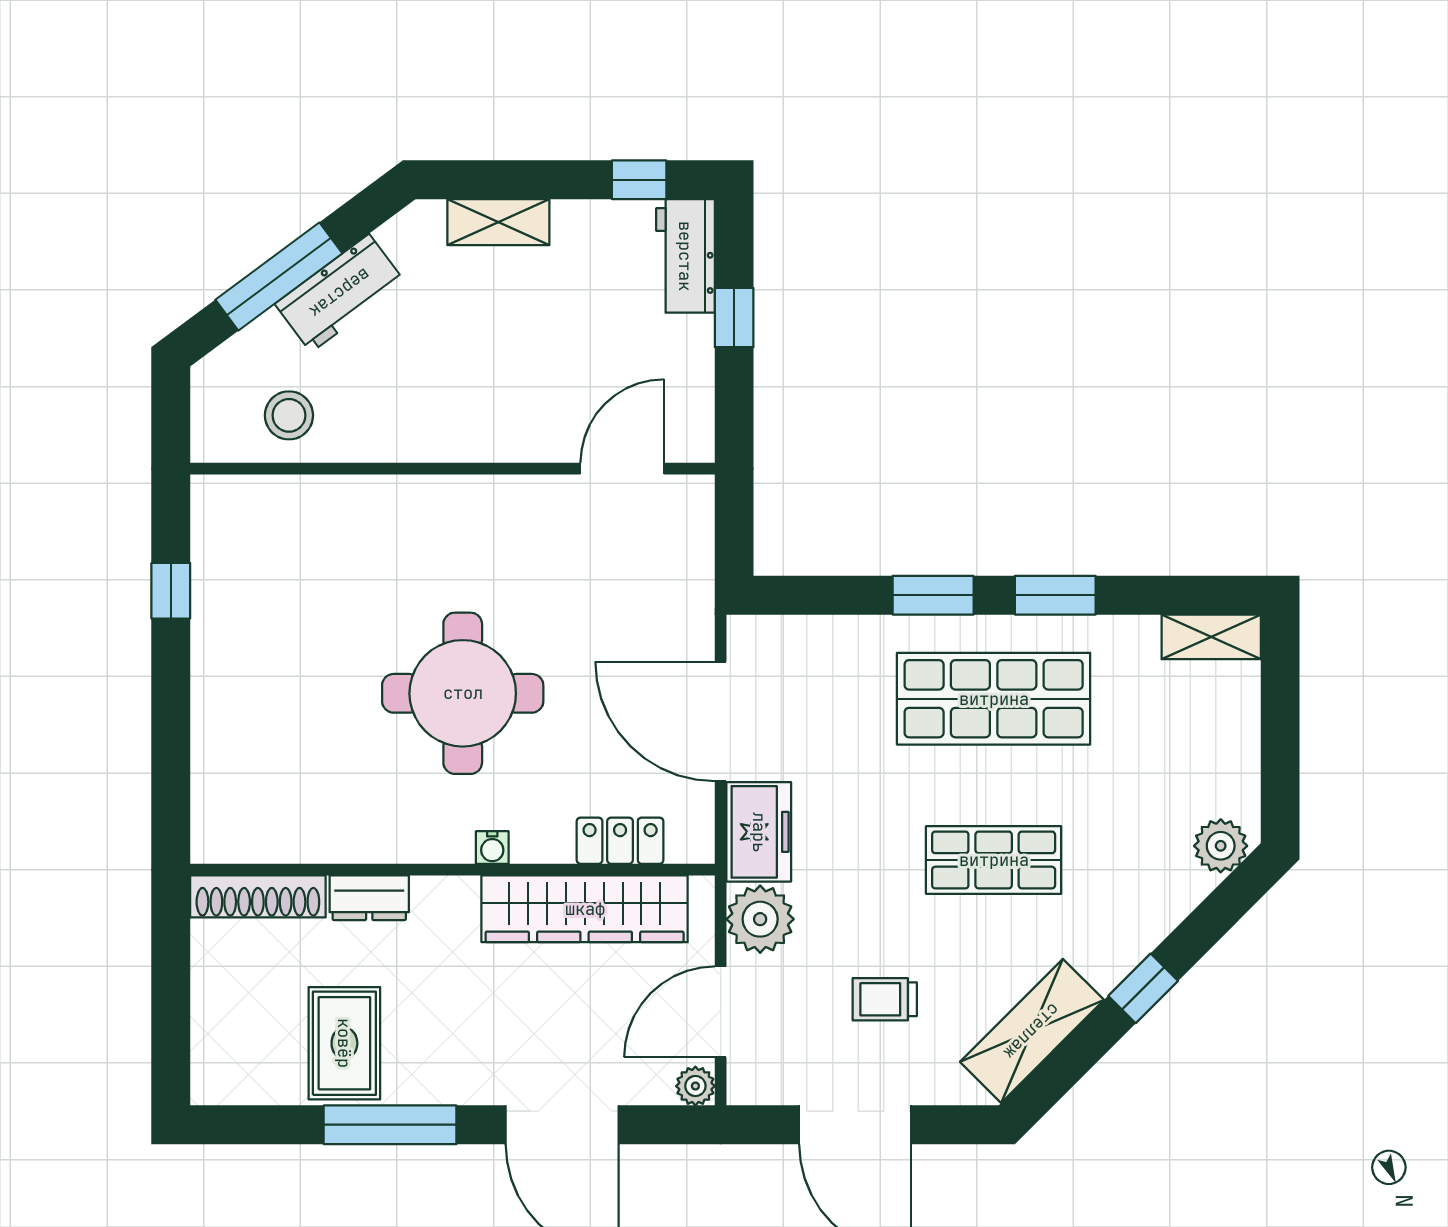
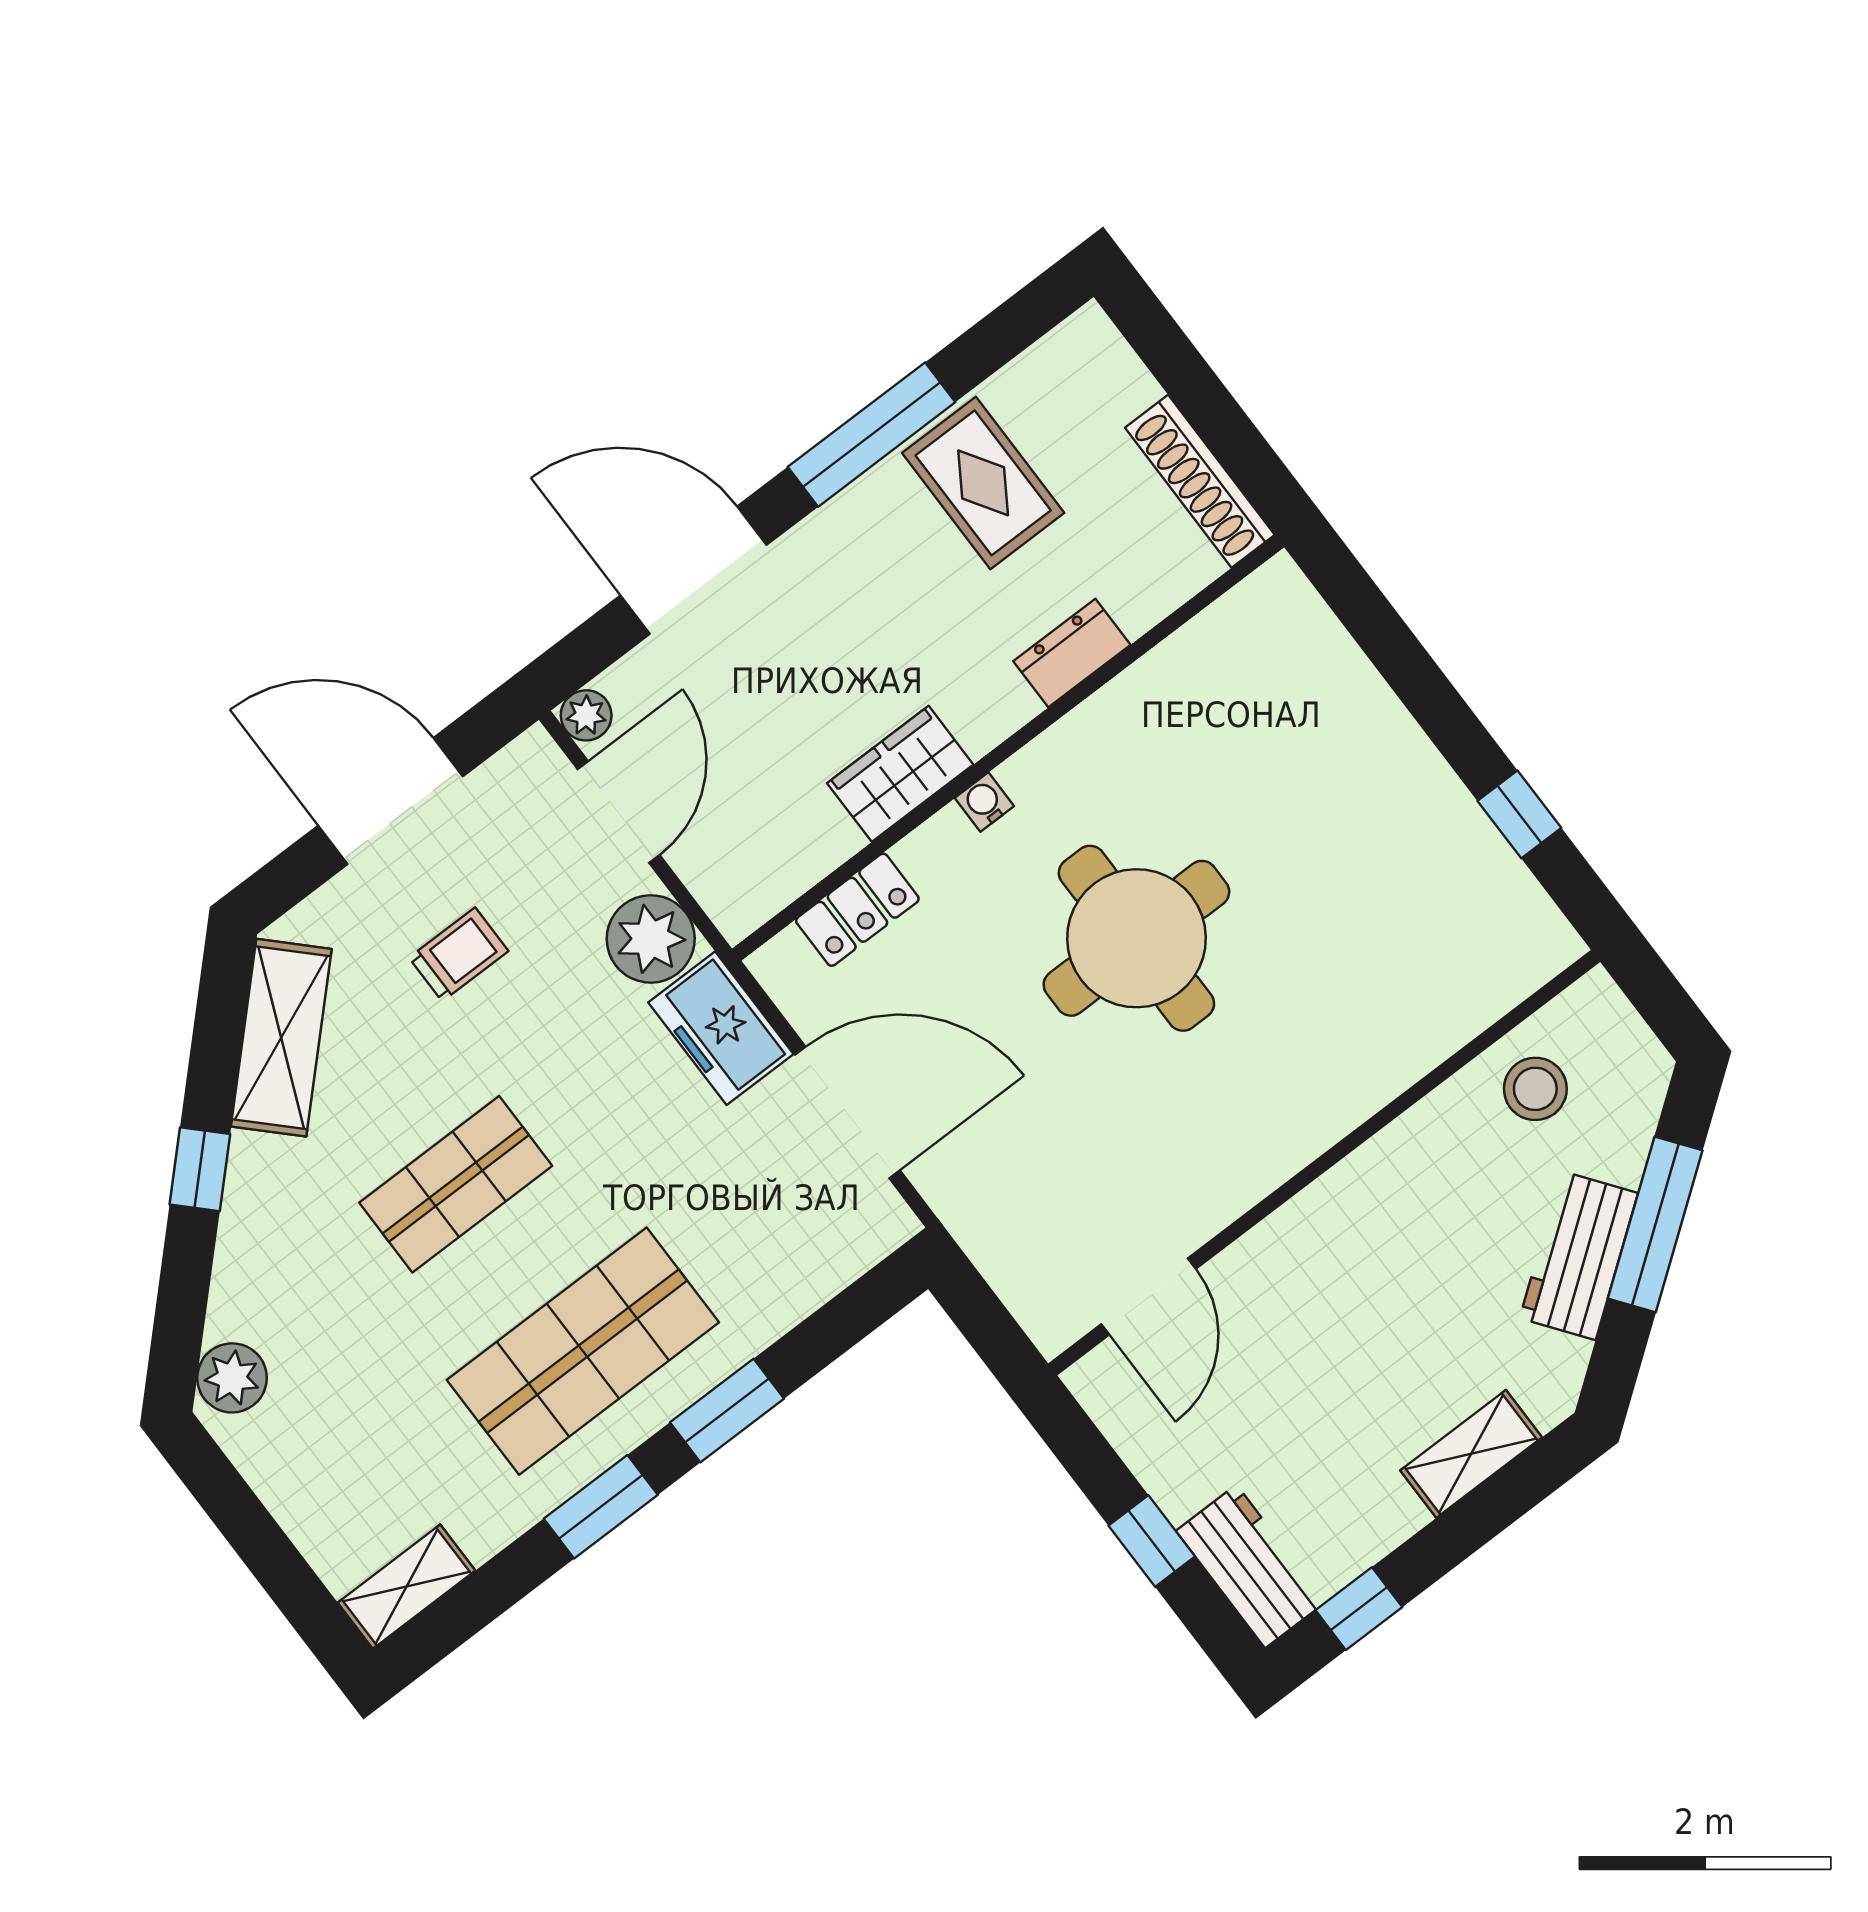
shoe rack: (258, 896) -> (1200, 481), moved, turned -90
wardrobe: (585, 909) -> (900, 774), width x0.48, depth x0.85

